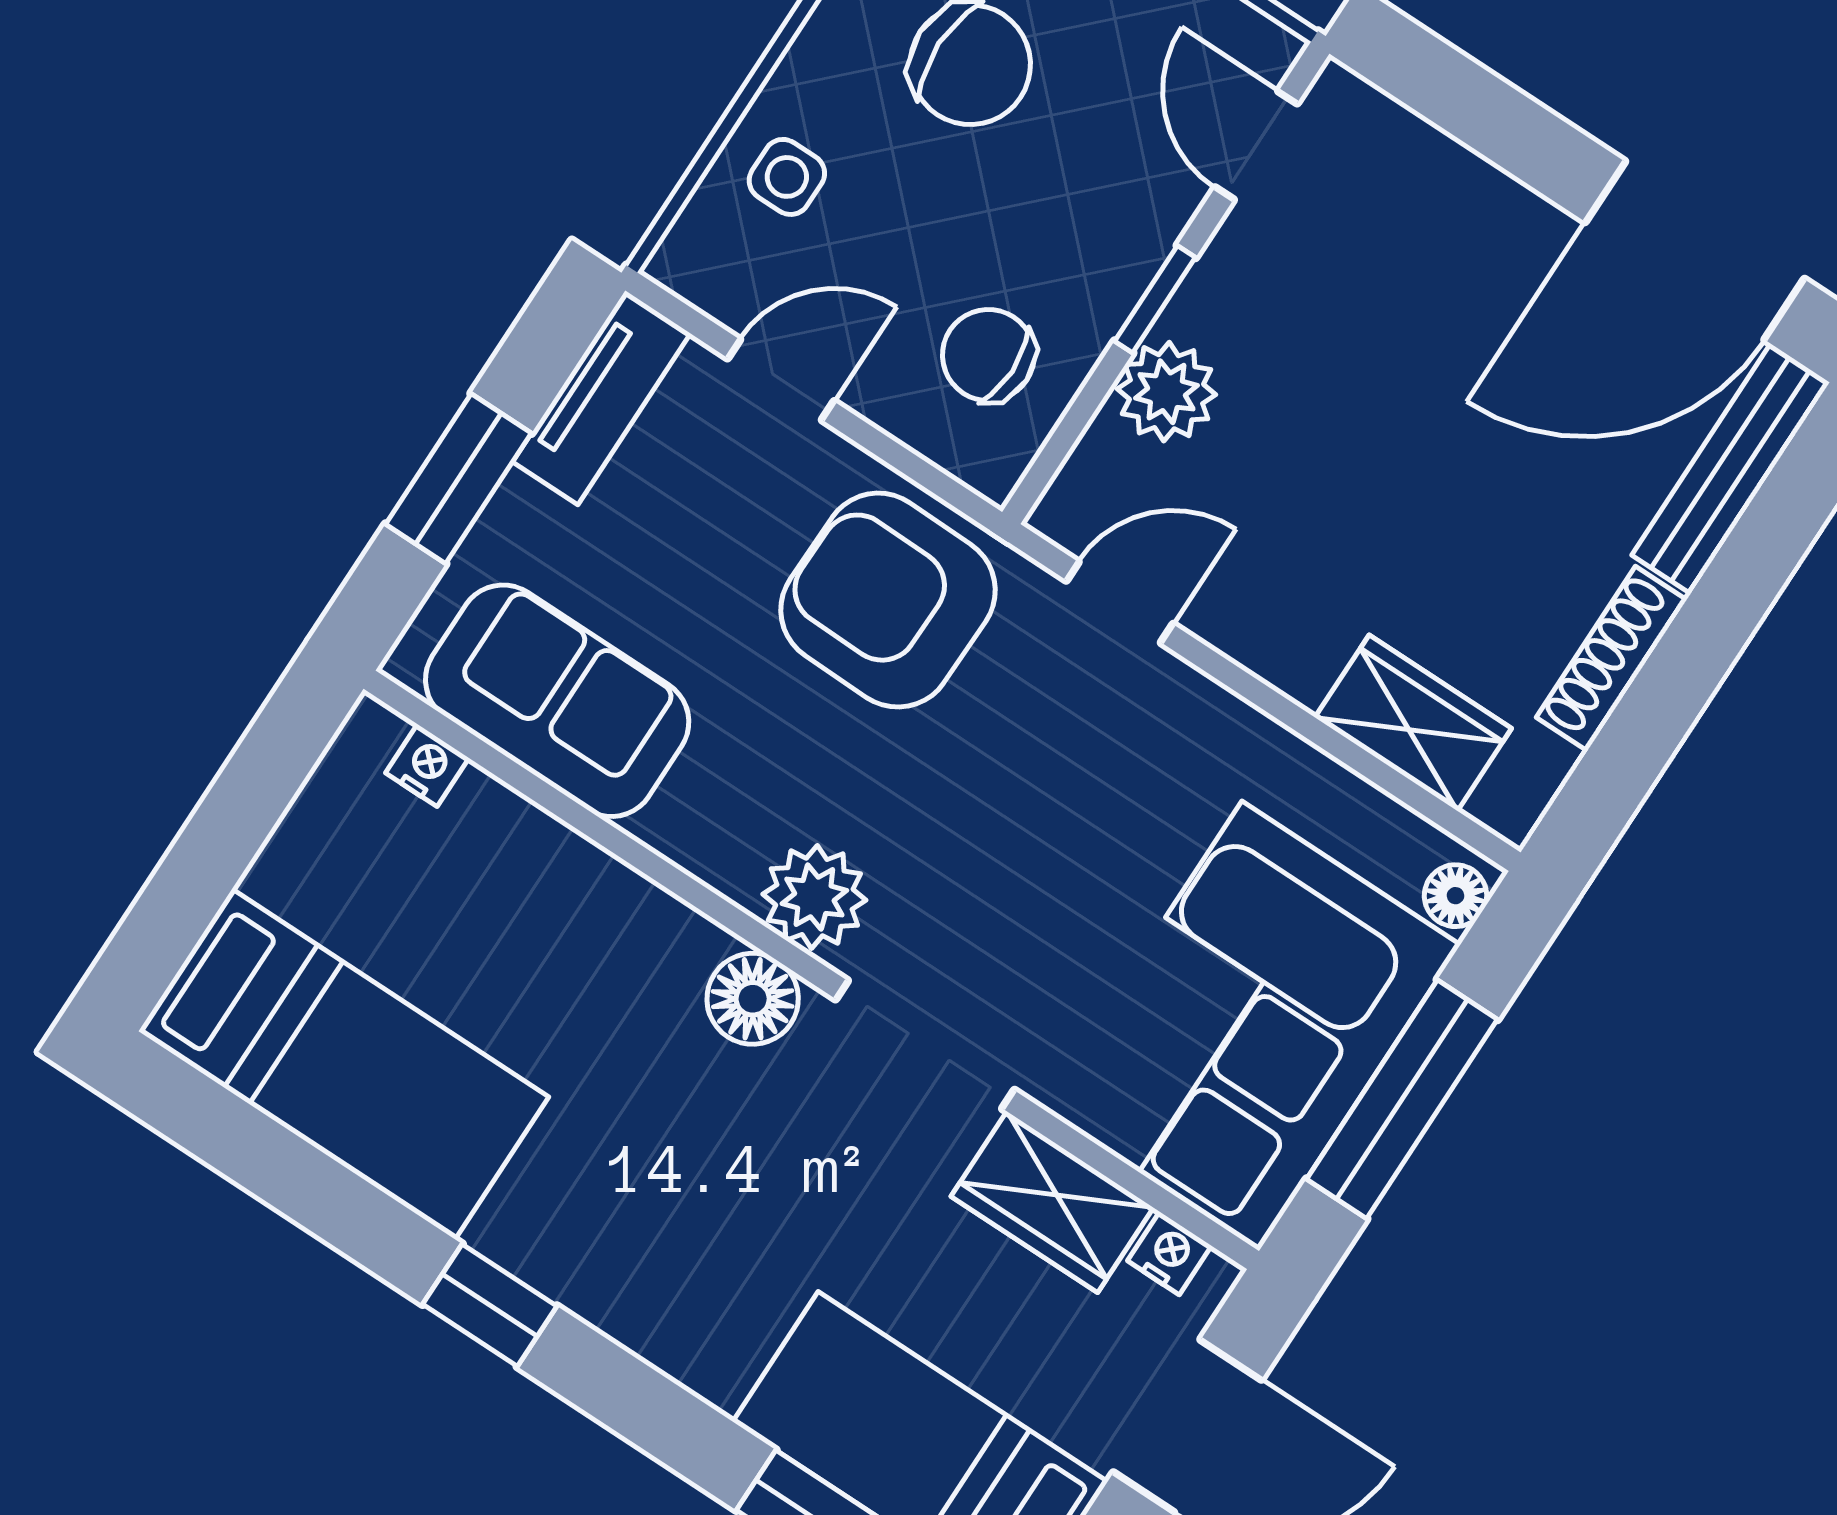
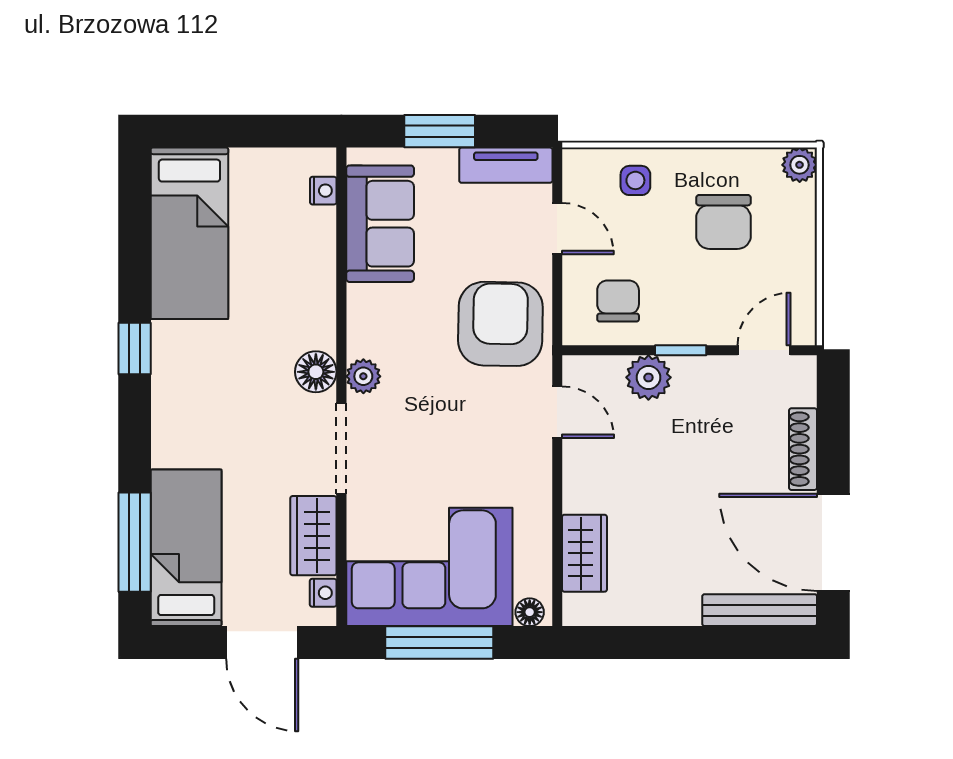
shoe rack: (1611, 659) -> (803, 449), moved, turned -90
plant: (814, 897) -> (363, 376), width x0.73, depth x0.73

